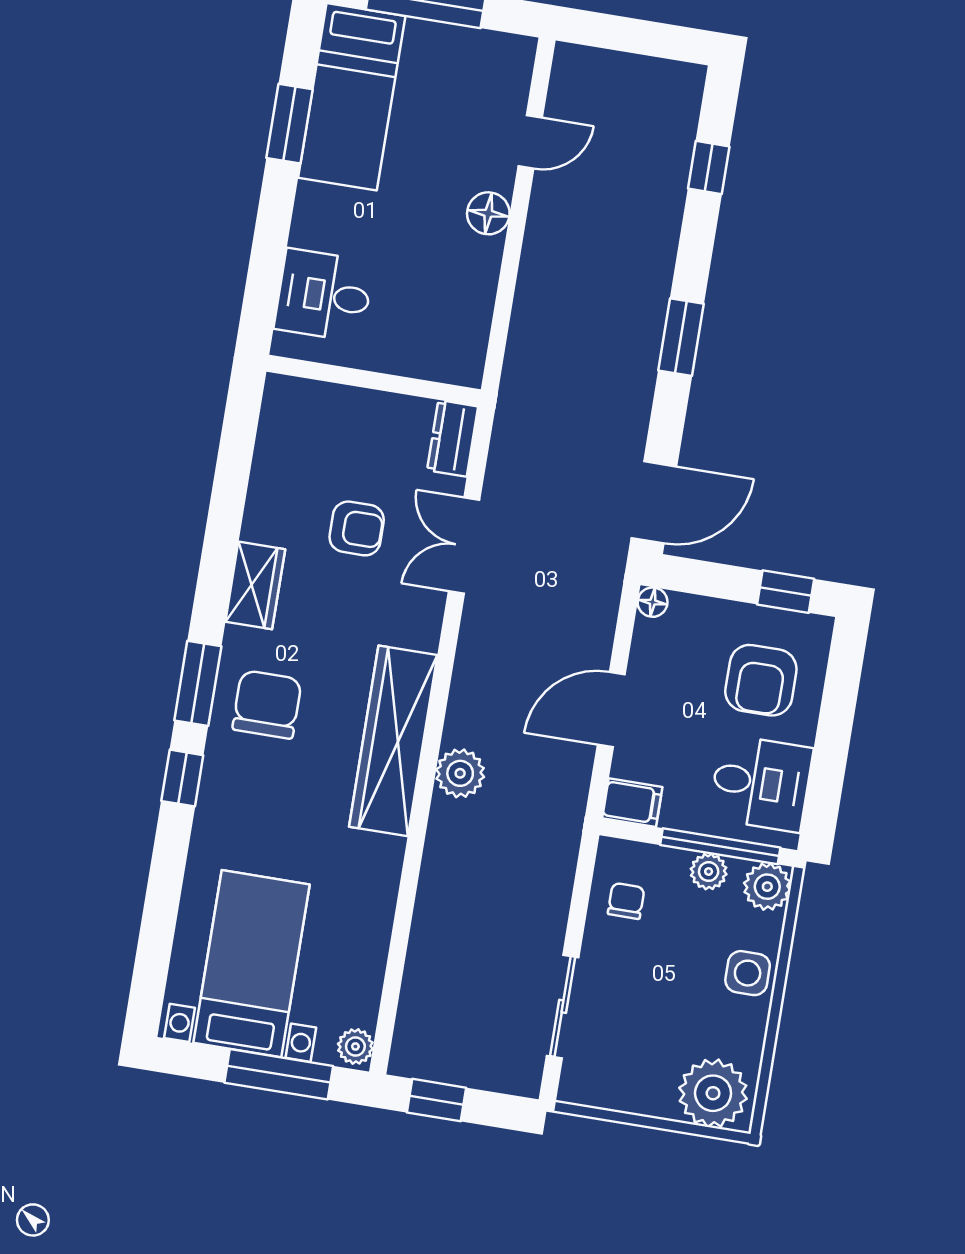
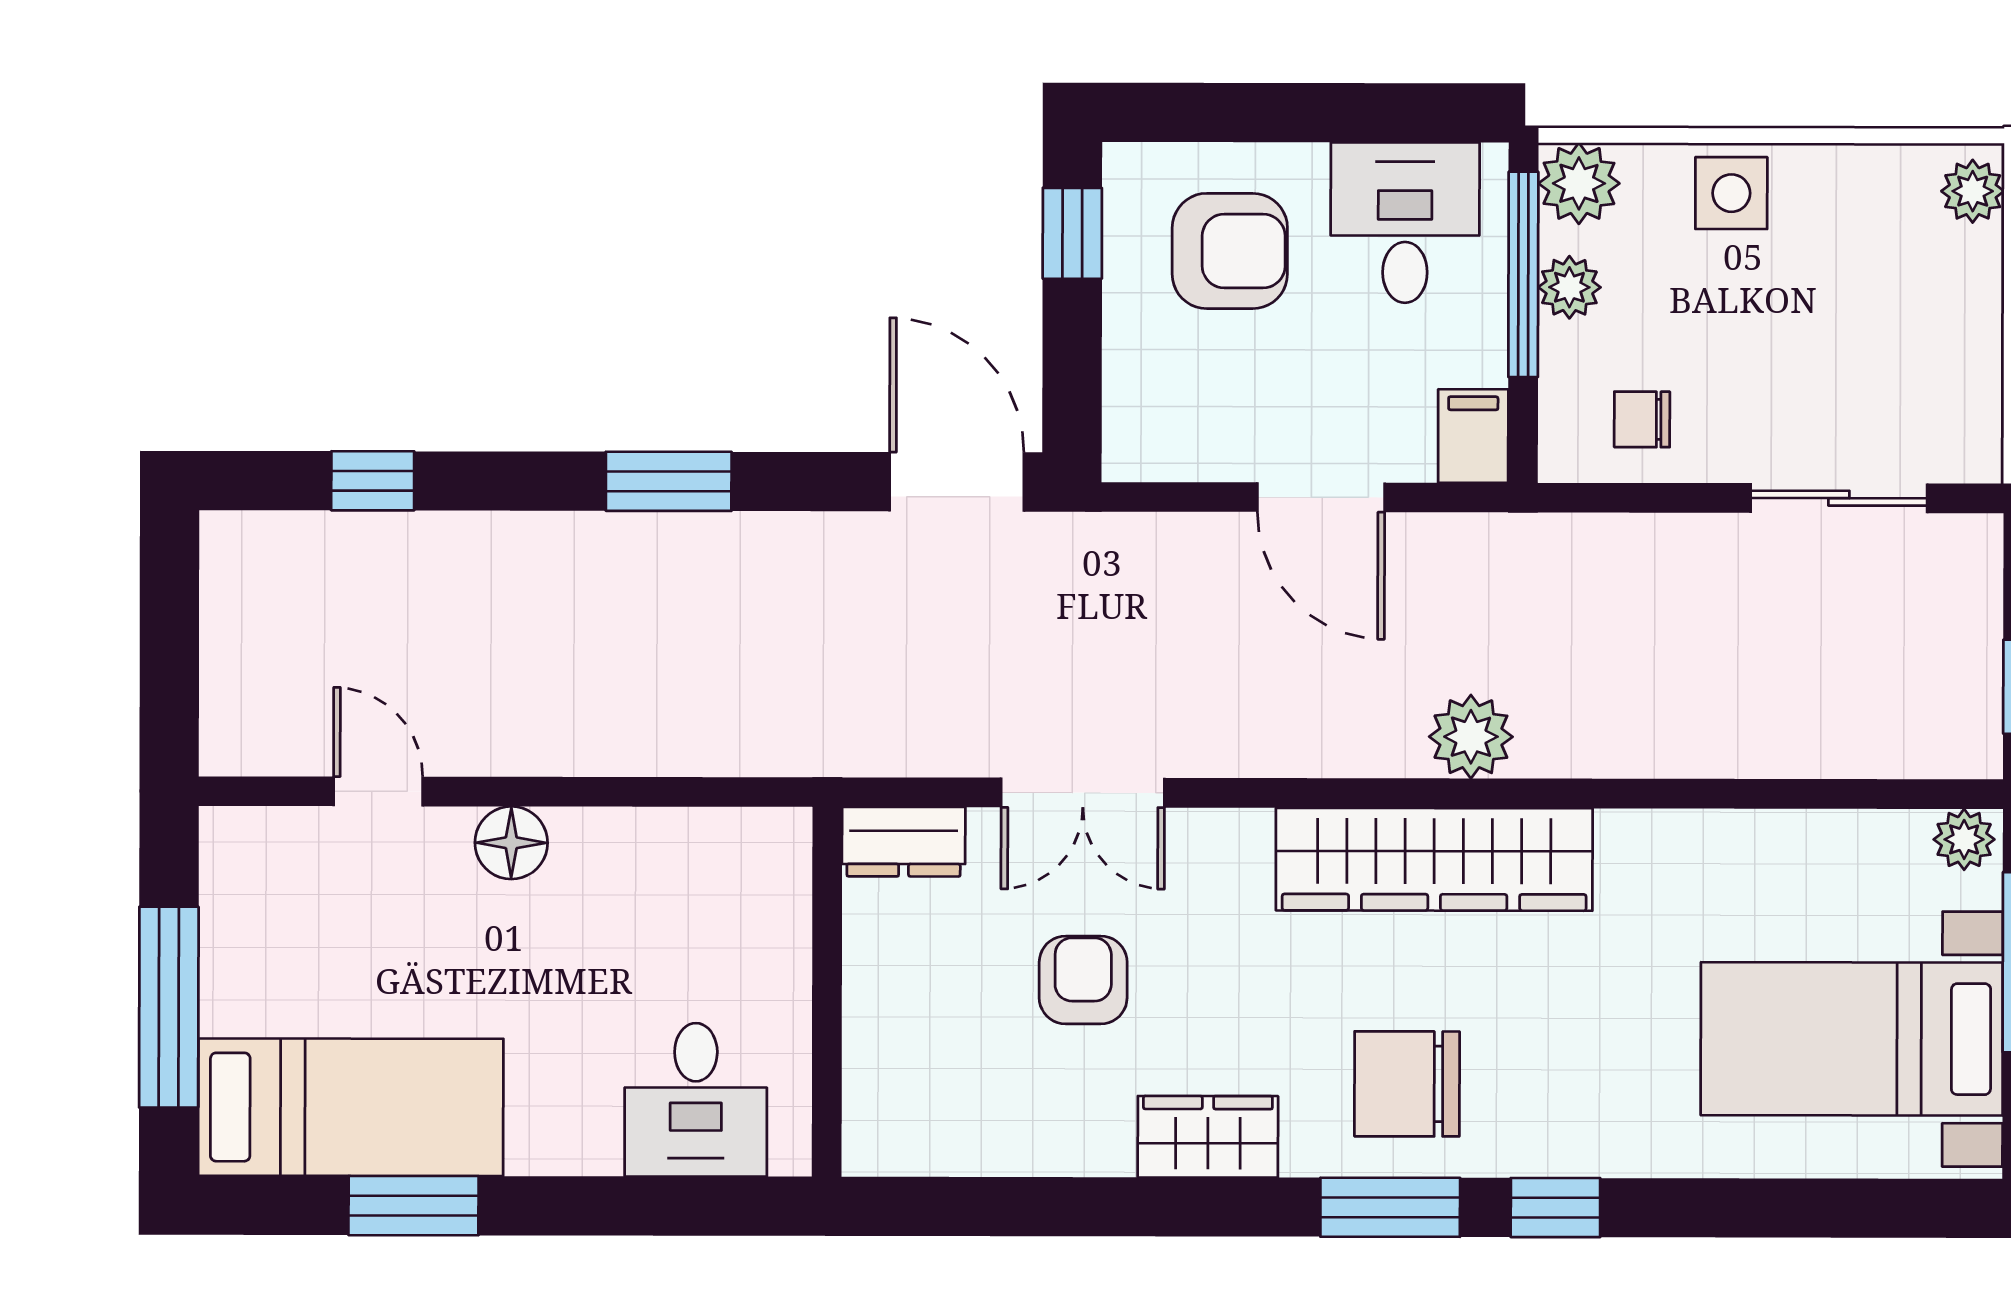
floor lamp: (653, 602) -> (1127, 457), removed
plant: (713, 1093) -> (1973, 191), width x0.53, depth x0.53

